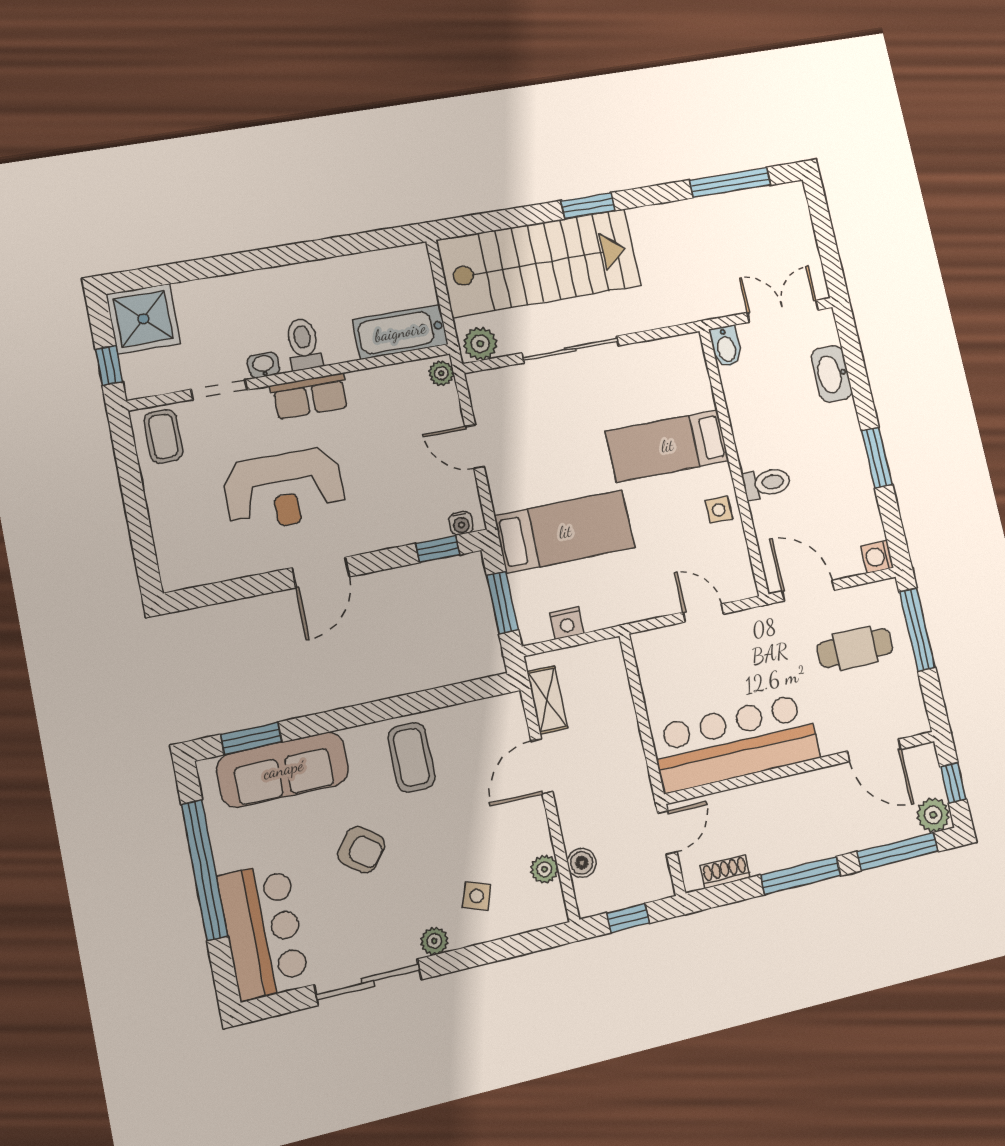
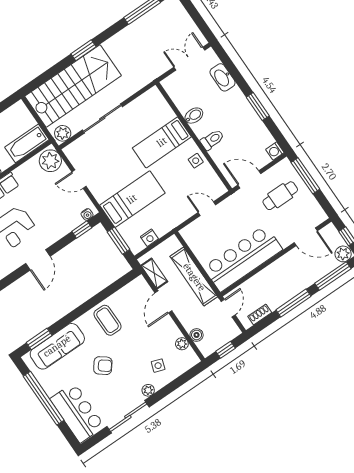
bidet: (726, 346) -> (194, 116), moved, turned -90
plant: (441, 373) -> (50, 161), width x1.88, depth x1.88
shelving: (624, 739) -> (194, 277), added

